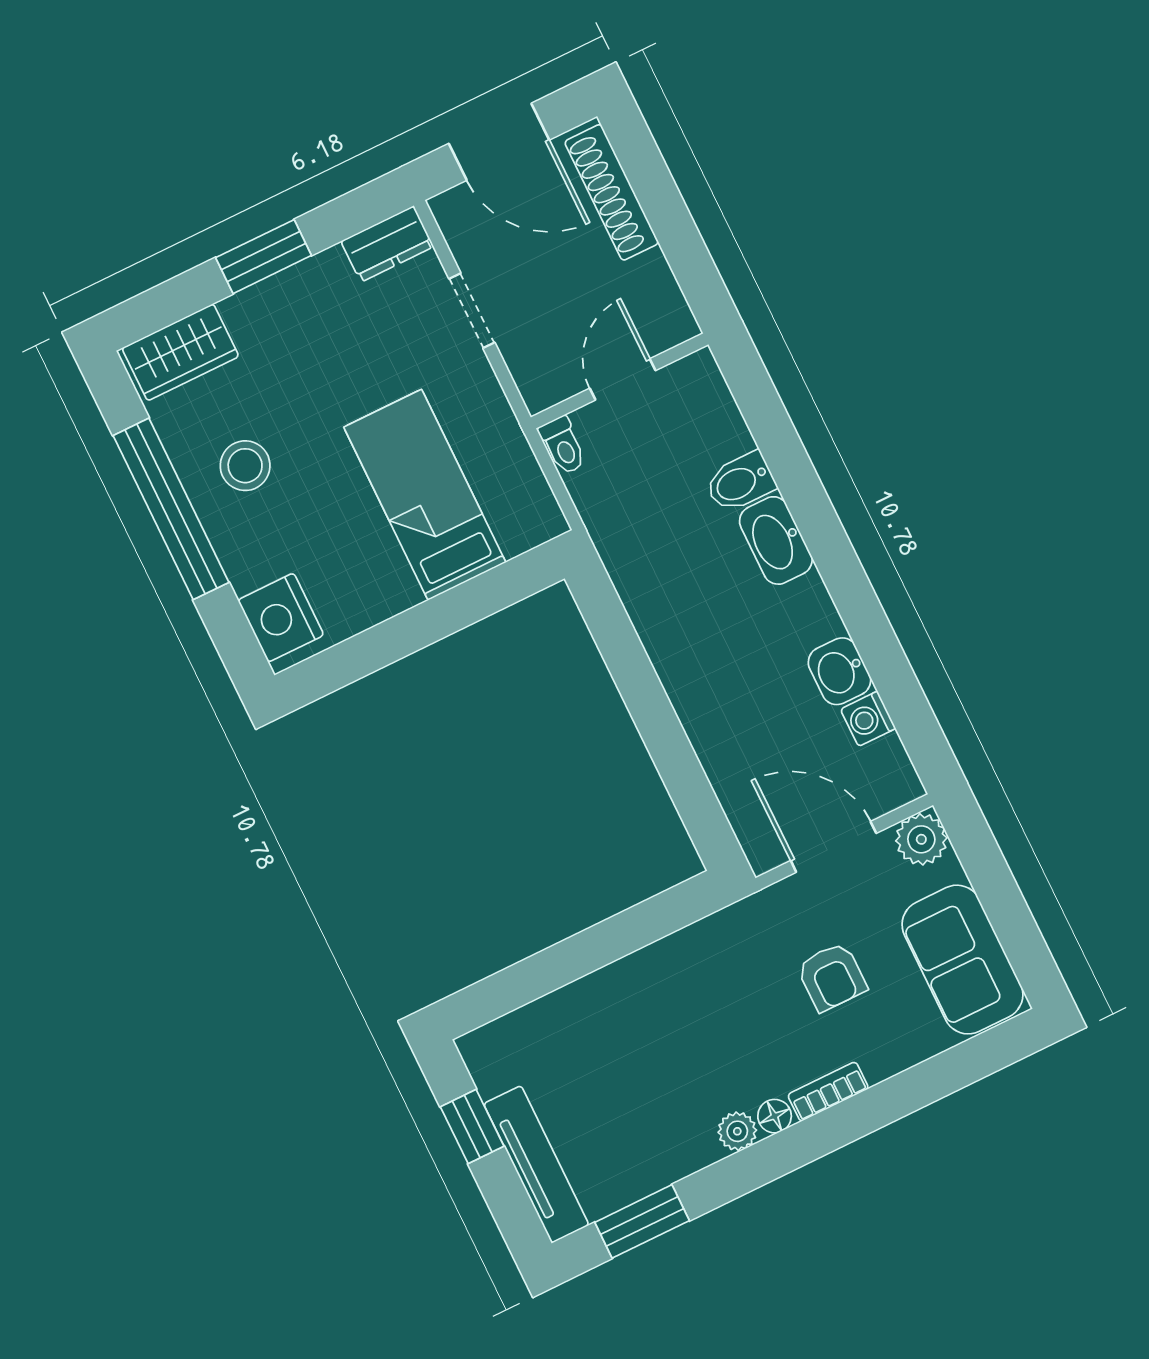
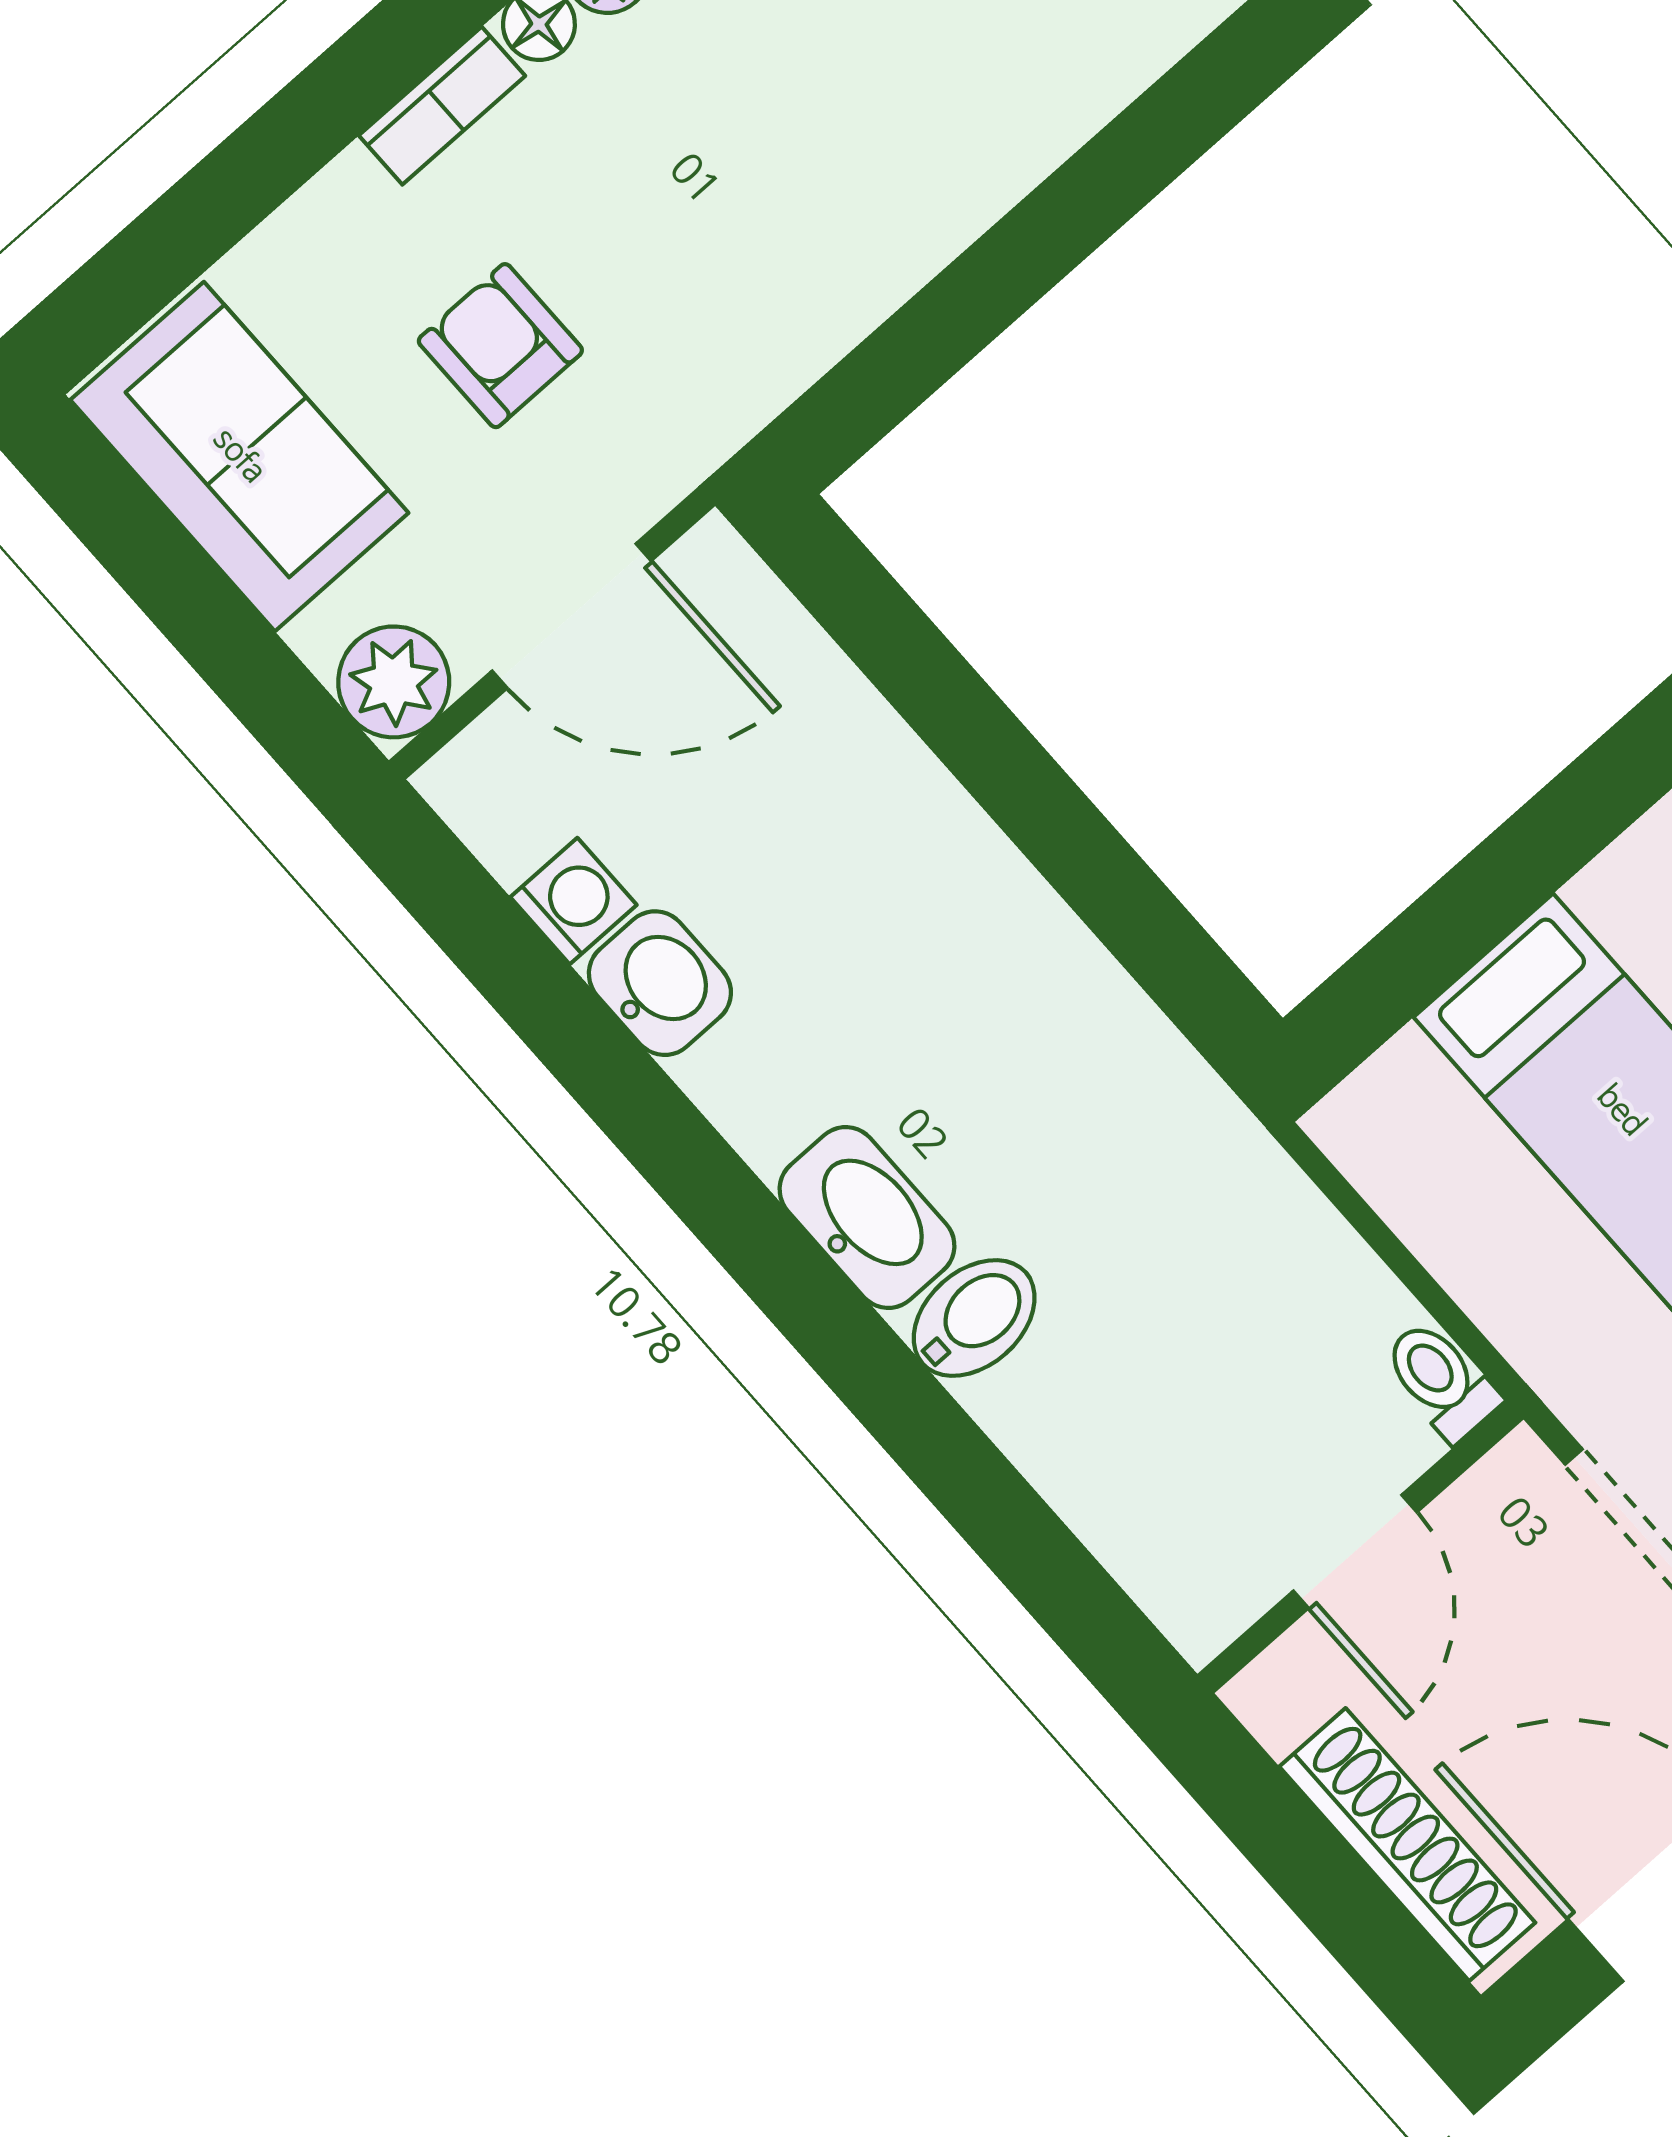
door: (623, 379) -> (1355, 1551), moved
wall: (620, 381) -> (1360, 1547), moved
toilet: (563, 445) -> (1441, 1380), moved

